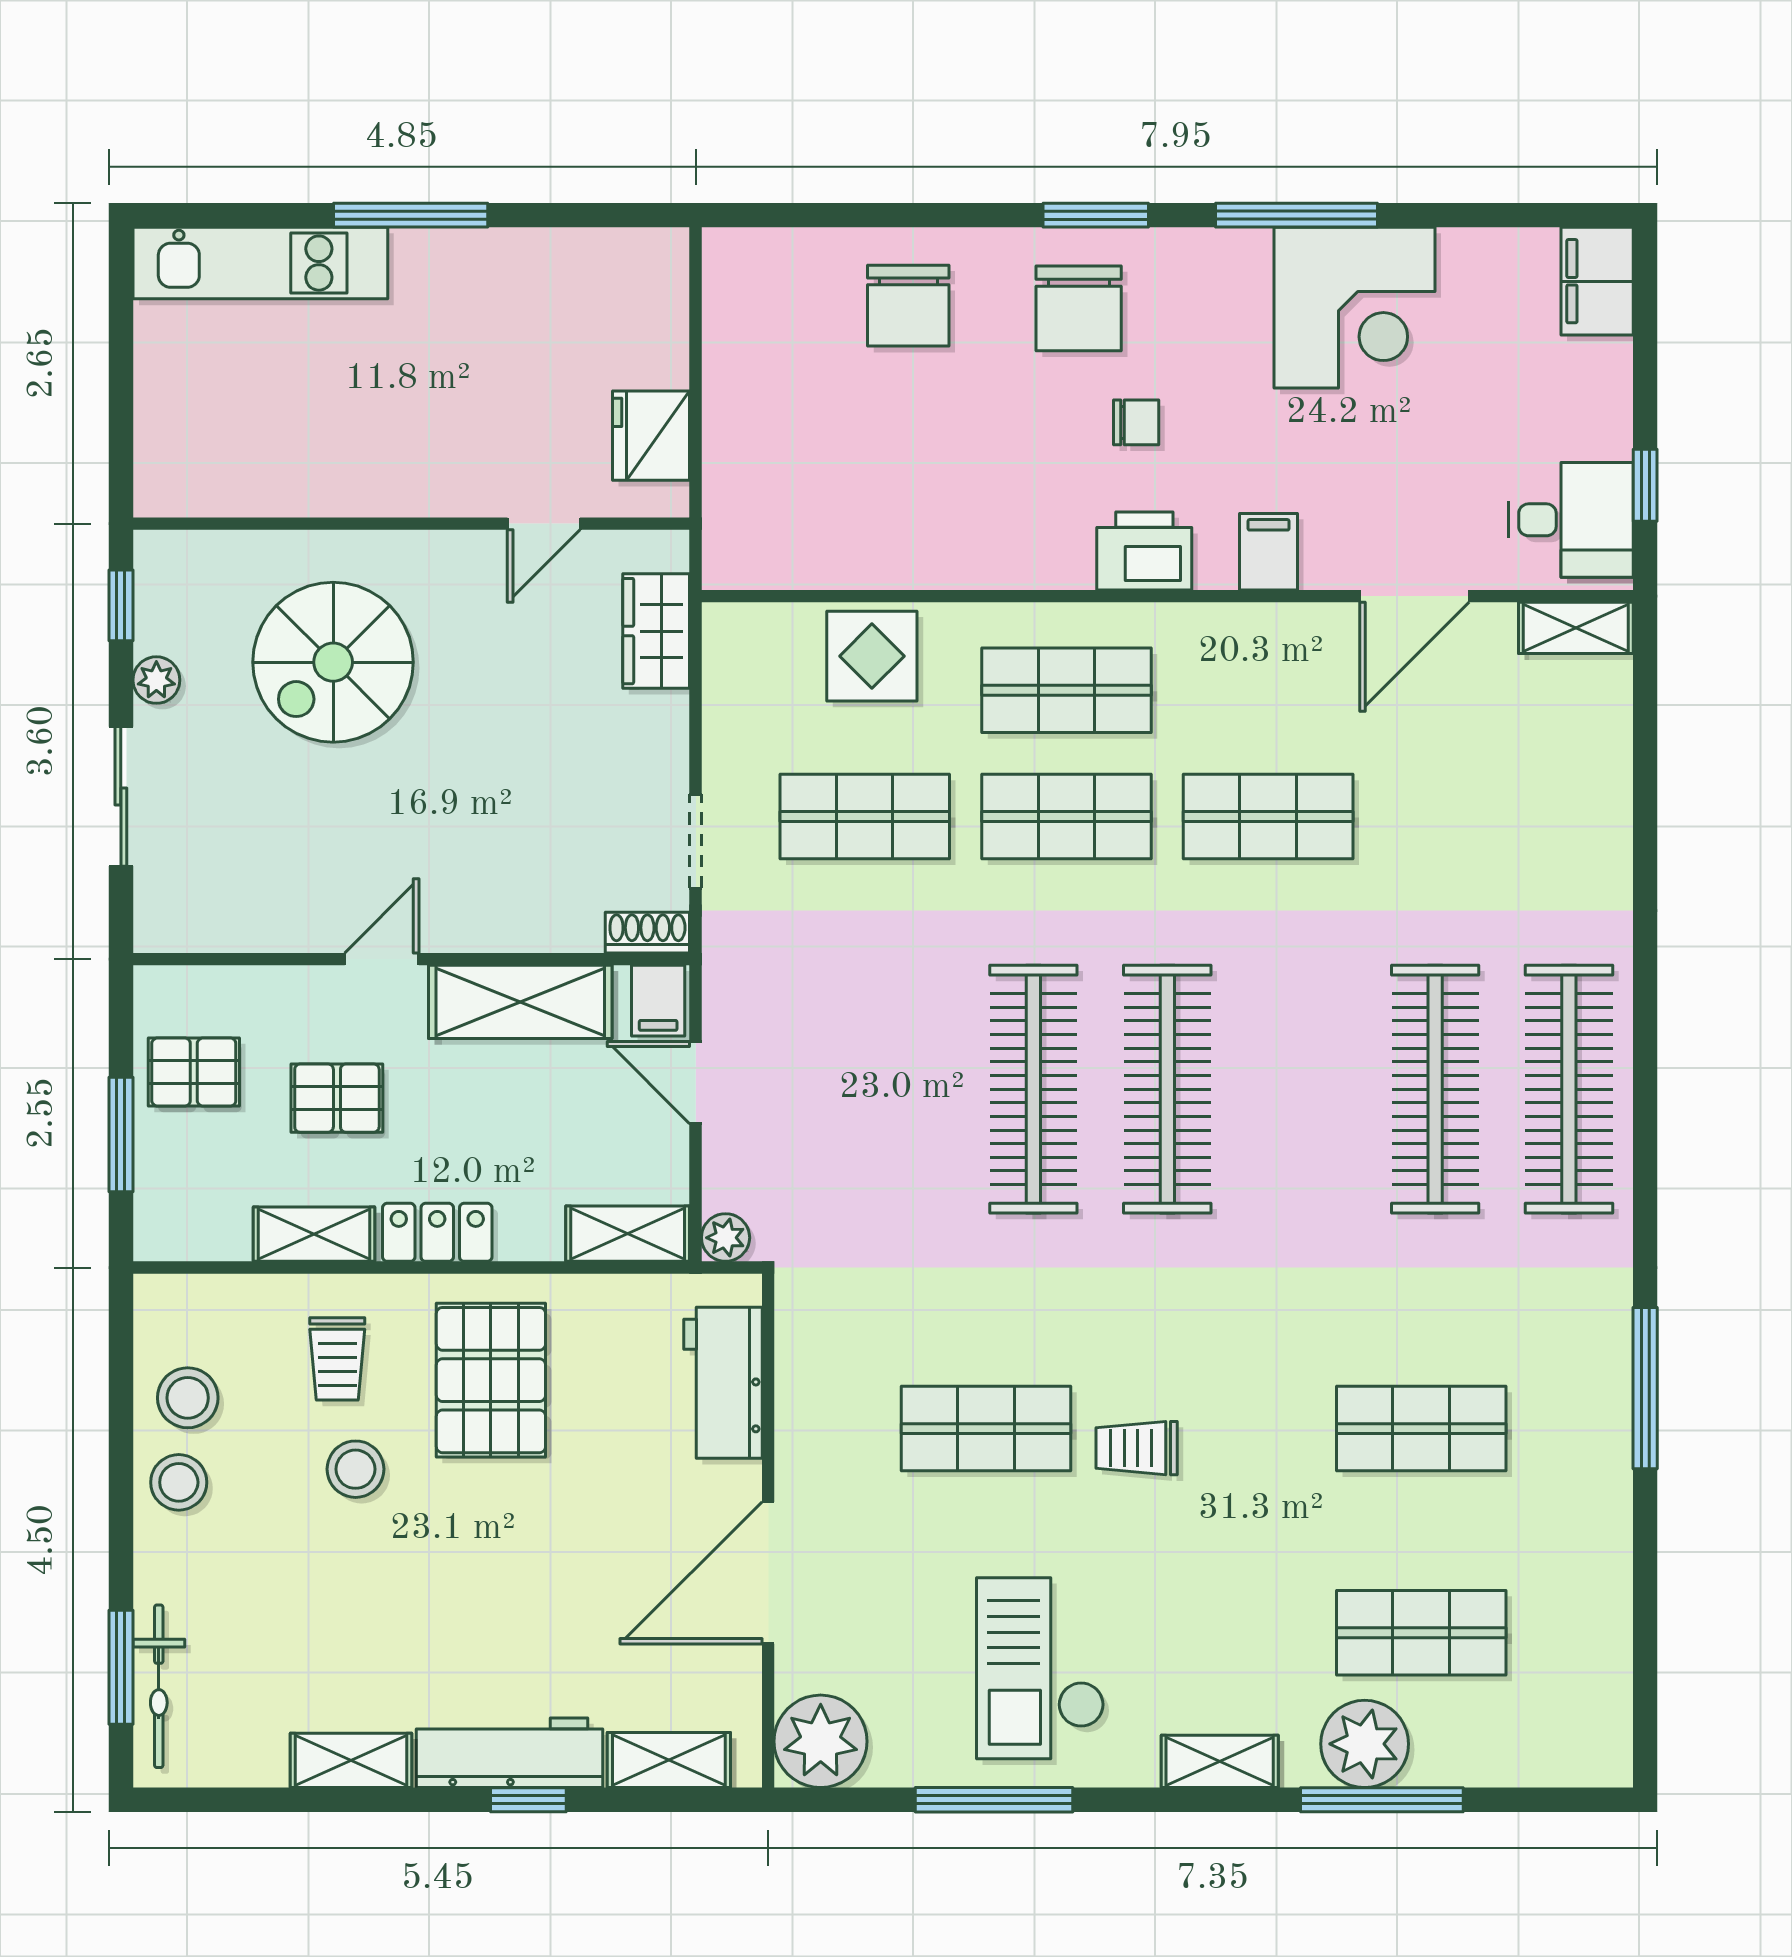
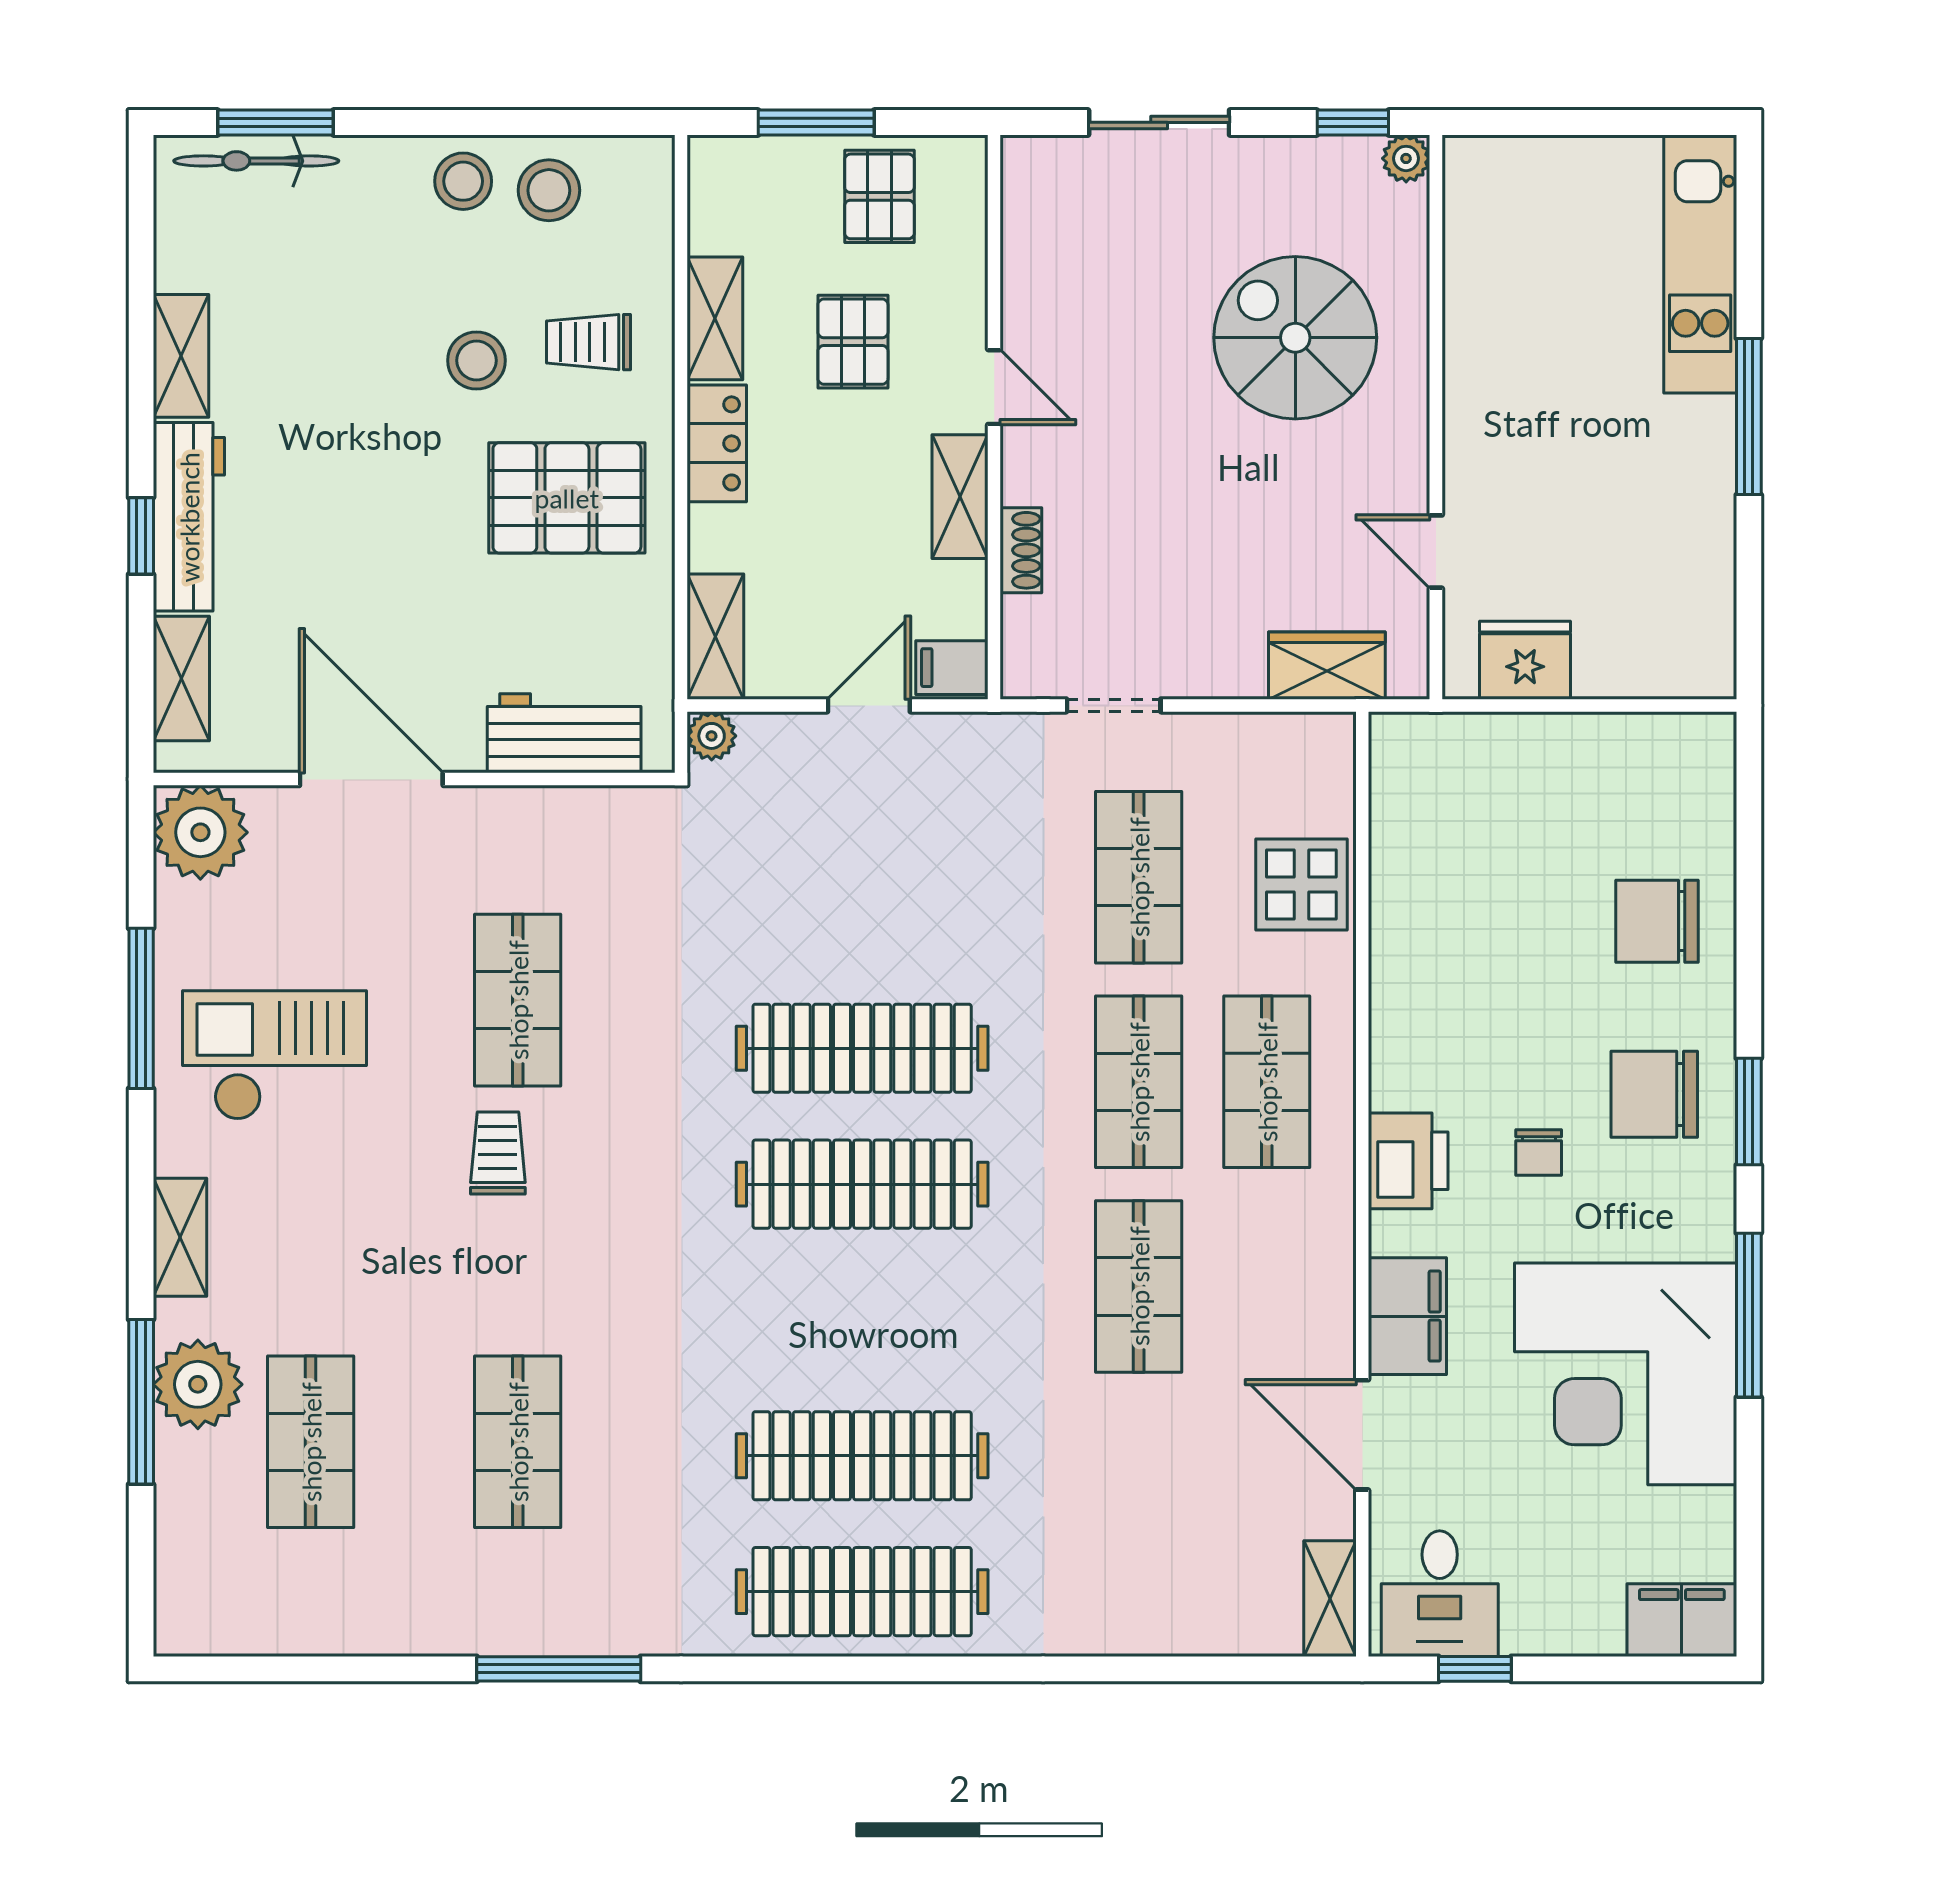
corner desk: (1354, 308) -> (1626, 1374), width x1.36, depth x1.36
filing cabinet: (1269, 552) -> (1407, 1316), width x2.00
plant: (156, 680) -> (1406, 158), moved
shoe rack: (647, 933) -> (1021, 550), moved
shelving: (520, 1002) -> (960, 497), width x0.67, depth x0.75

